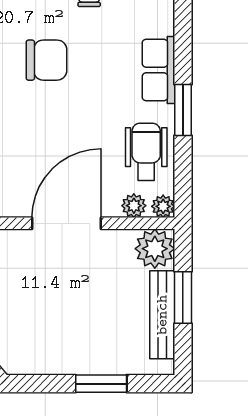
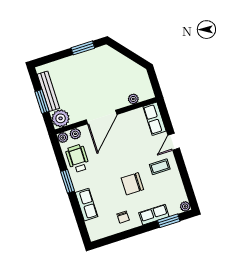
row of seats: (158, 70) -> (86, 205), moved
wheelchair: (146, 152) -> (77, 158), turned 180
window: (101, 384) -> (83, 48), moved

